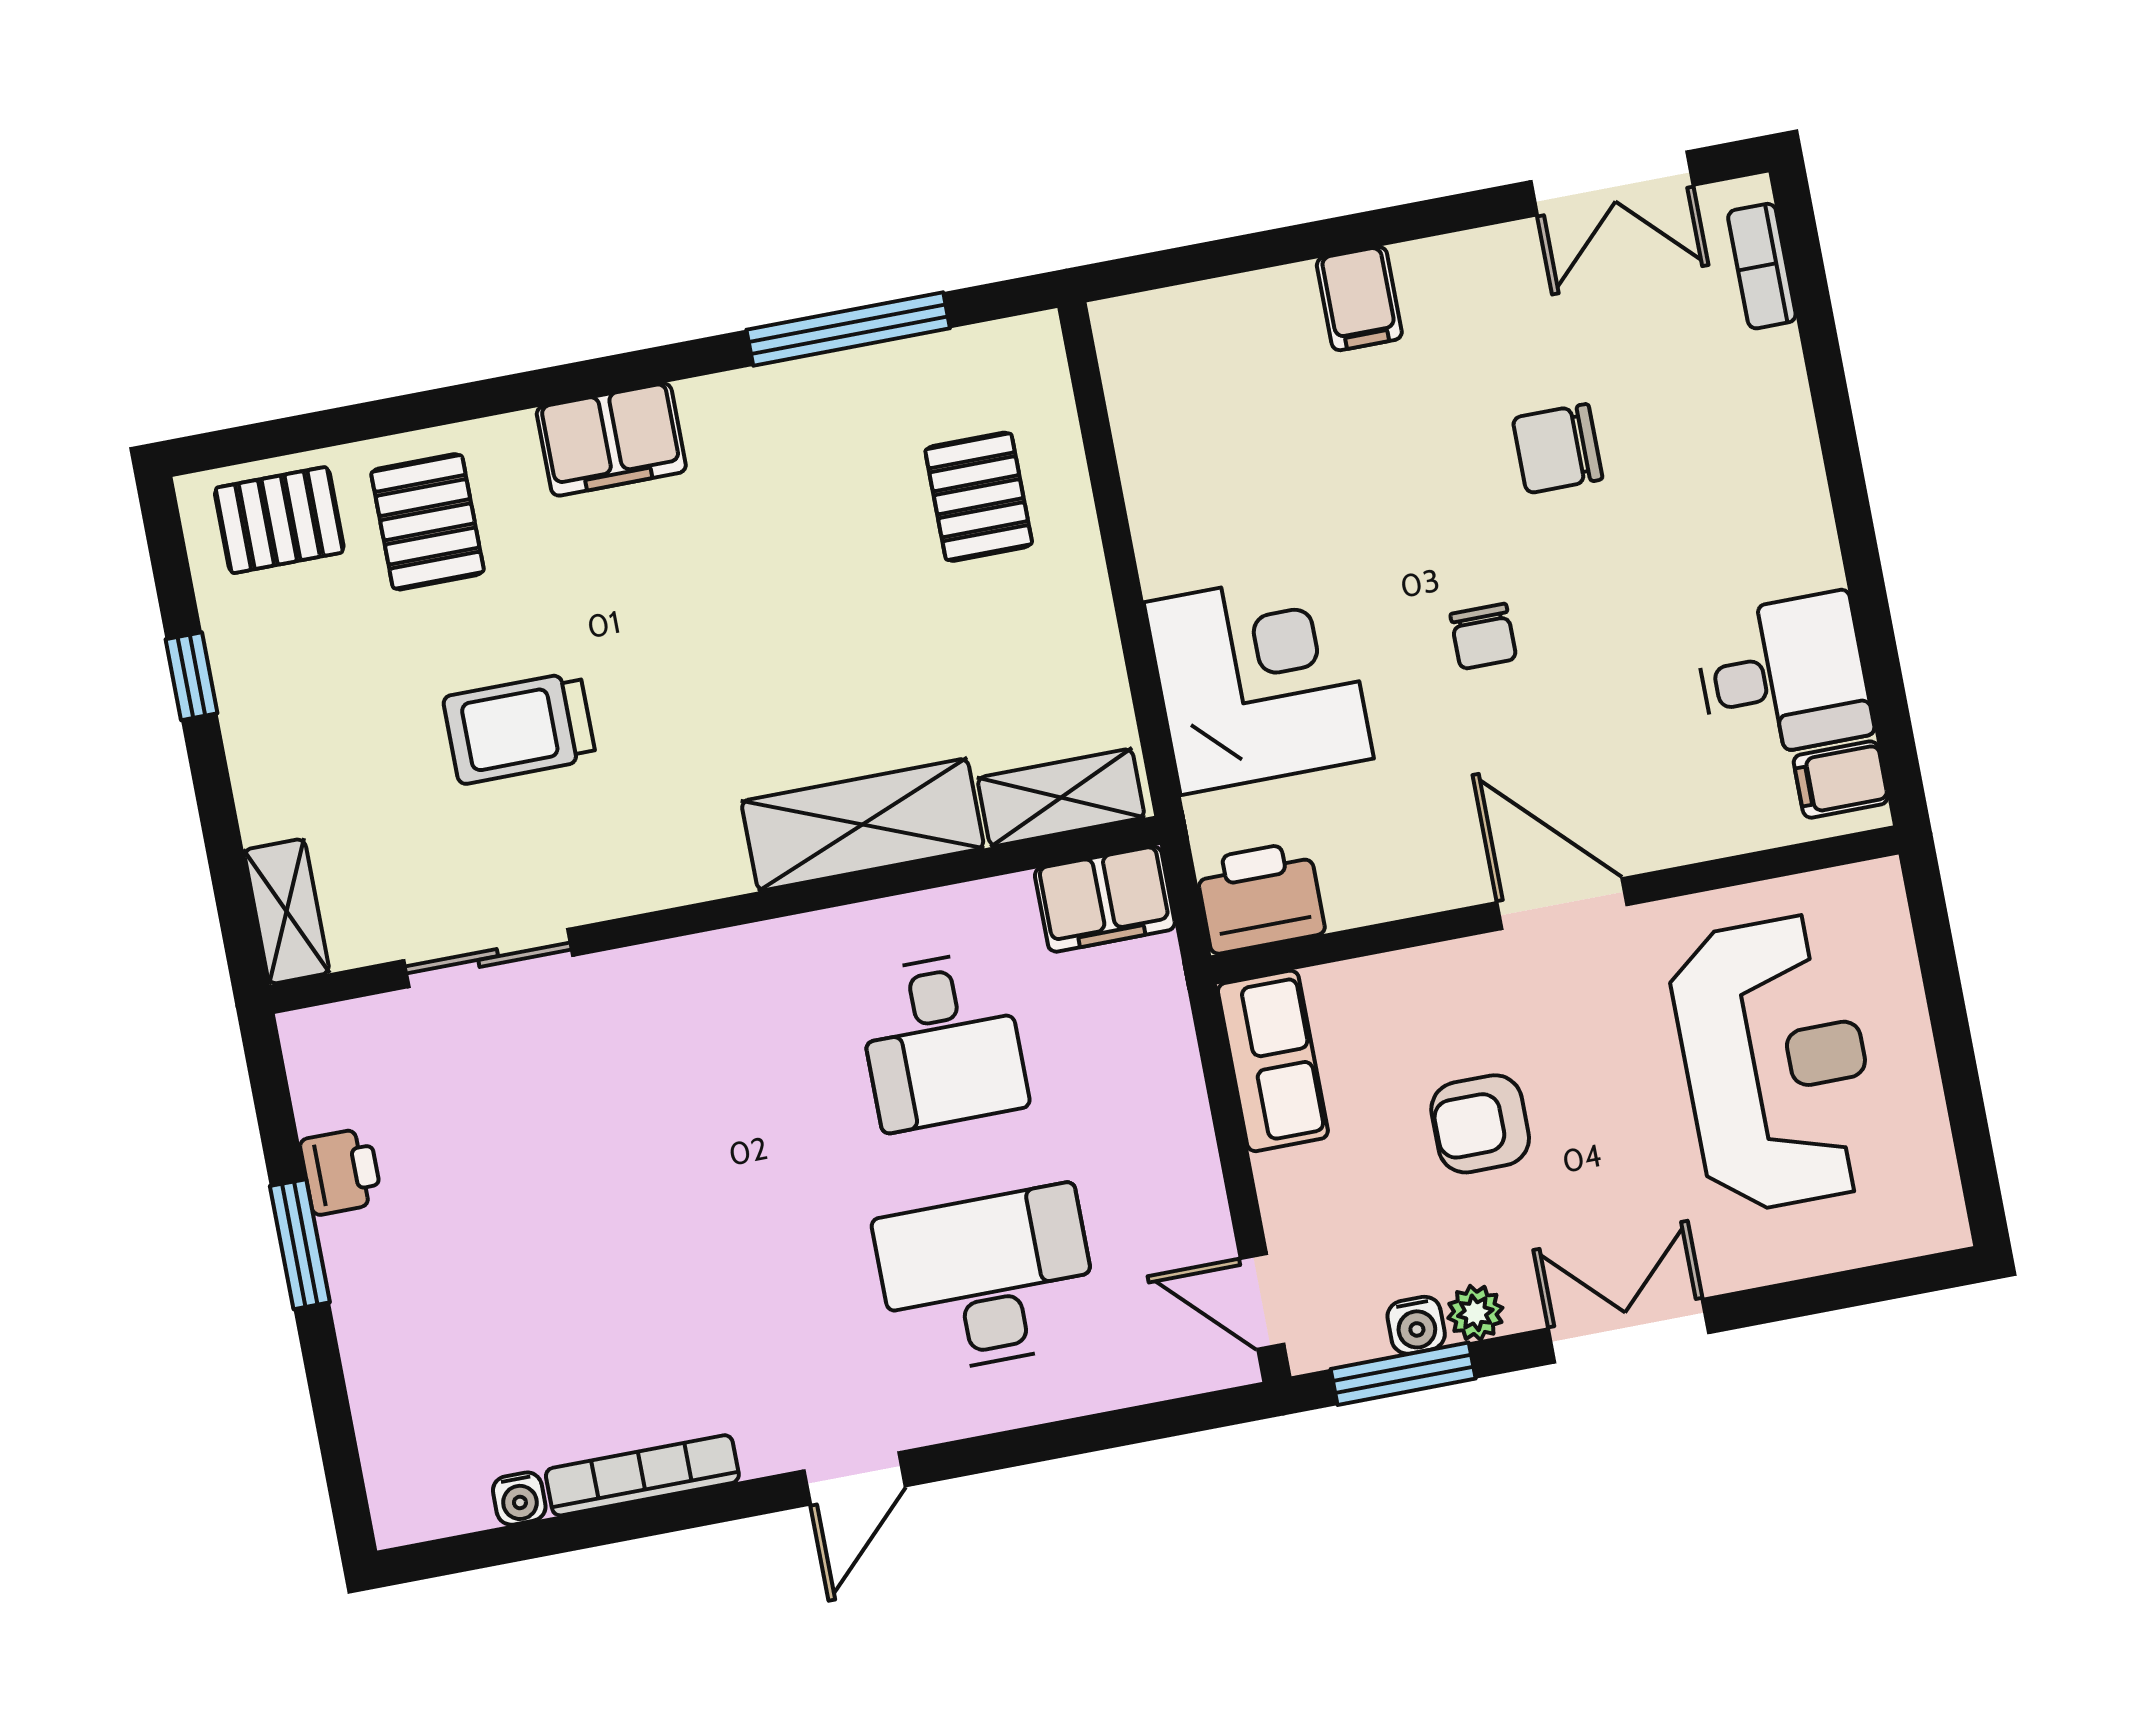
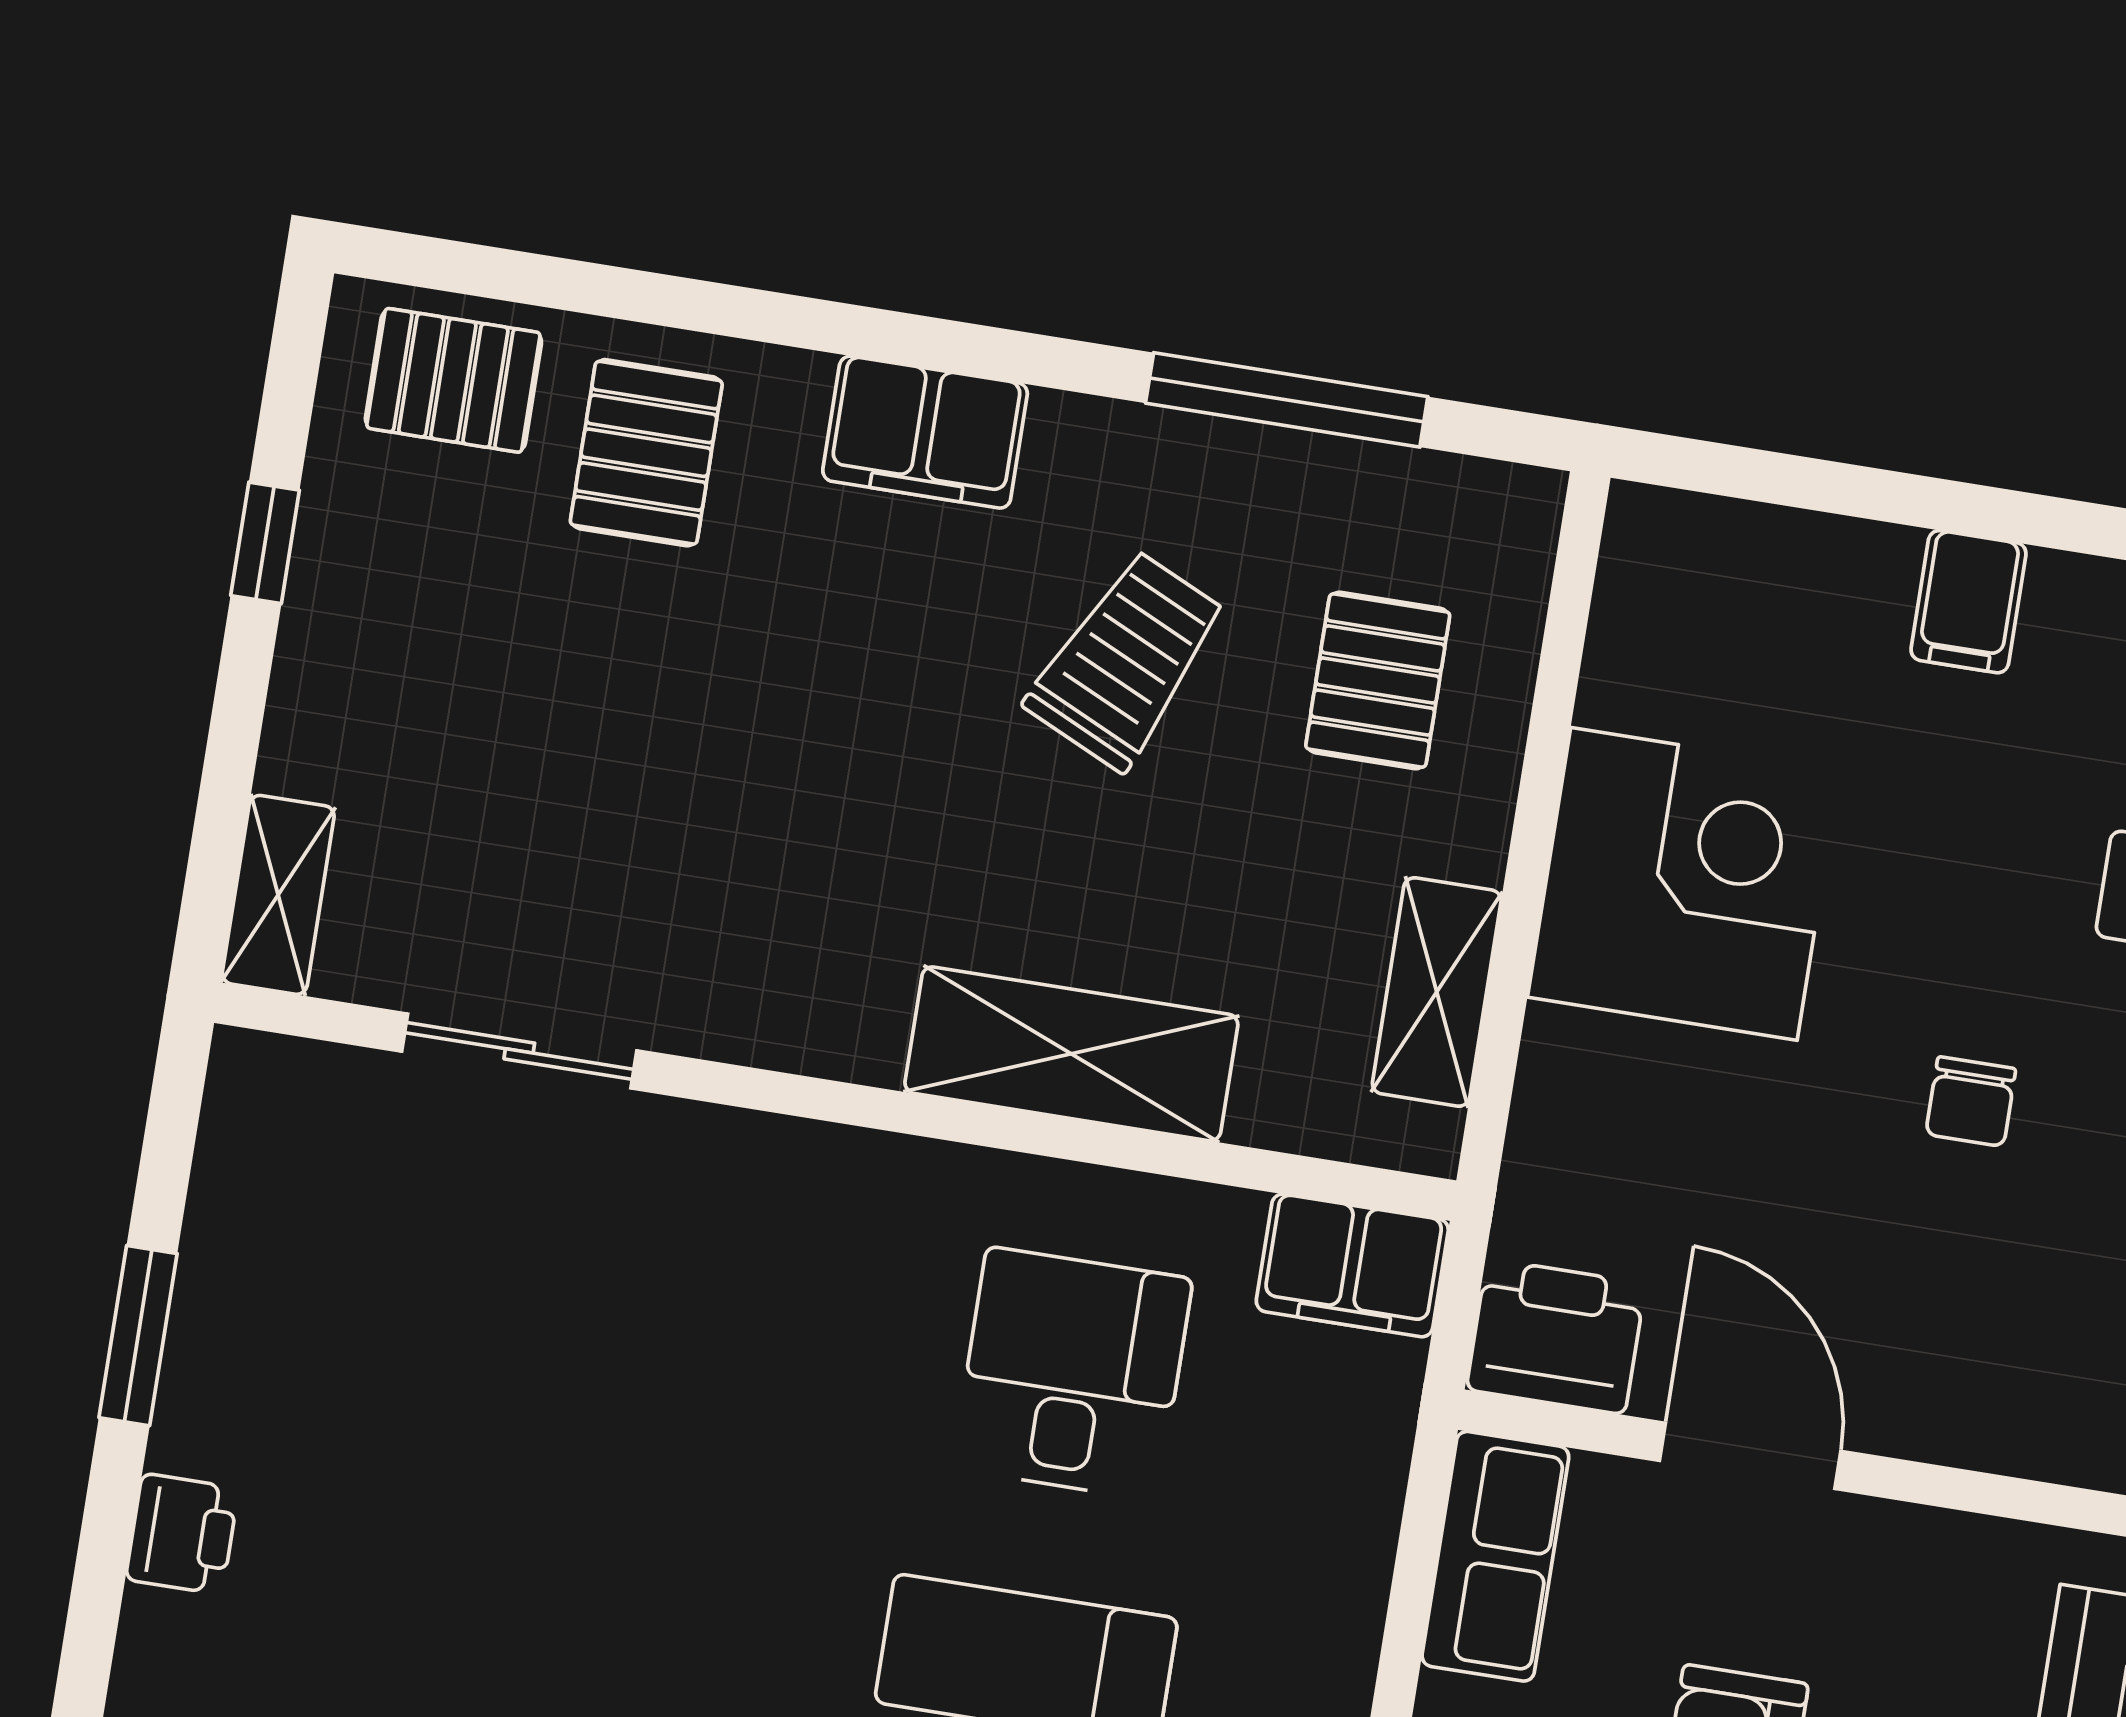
corner desk: (1259, 680) -> (1684, 884), moved
trolley: (519, 728) -> (1126, 660), moved, turned 115
shelving: (1061, 798) -> (1437, 992), moved, turned 90
door: (1562, 904) -> (1750, 1456), moved
desk: (942, 1041) -> (1072, 1374), turned 180
printer: (341, 1171) -> (182, 1534), moved

